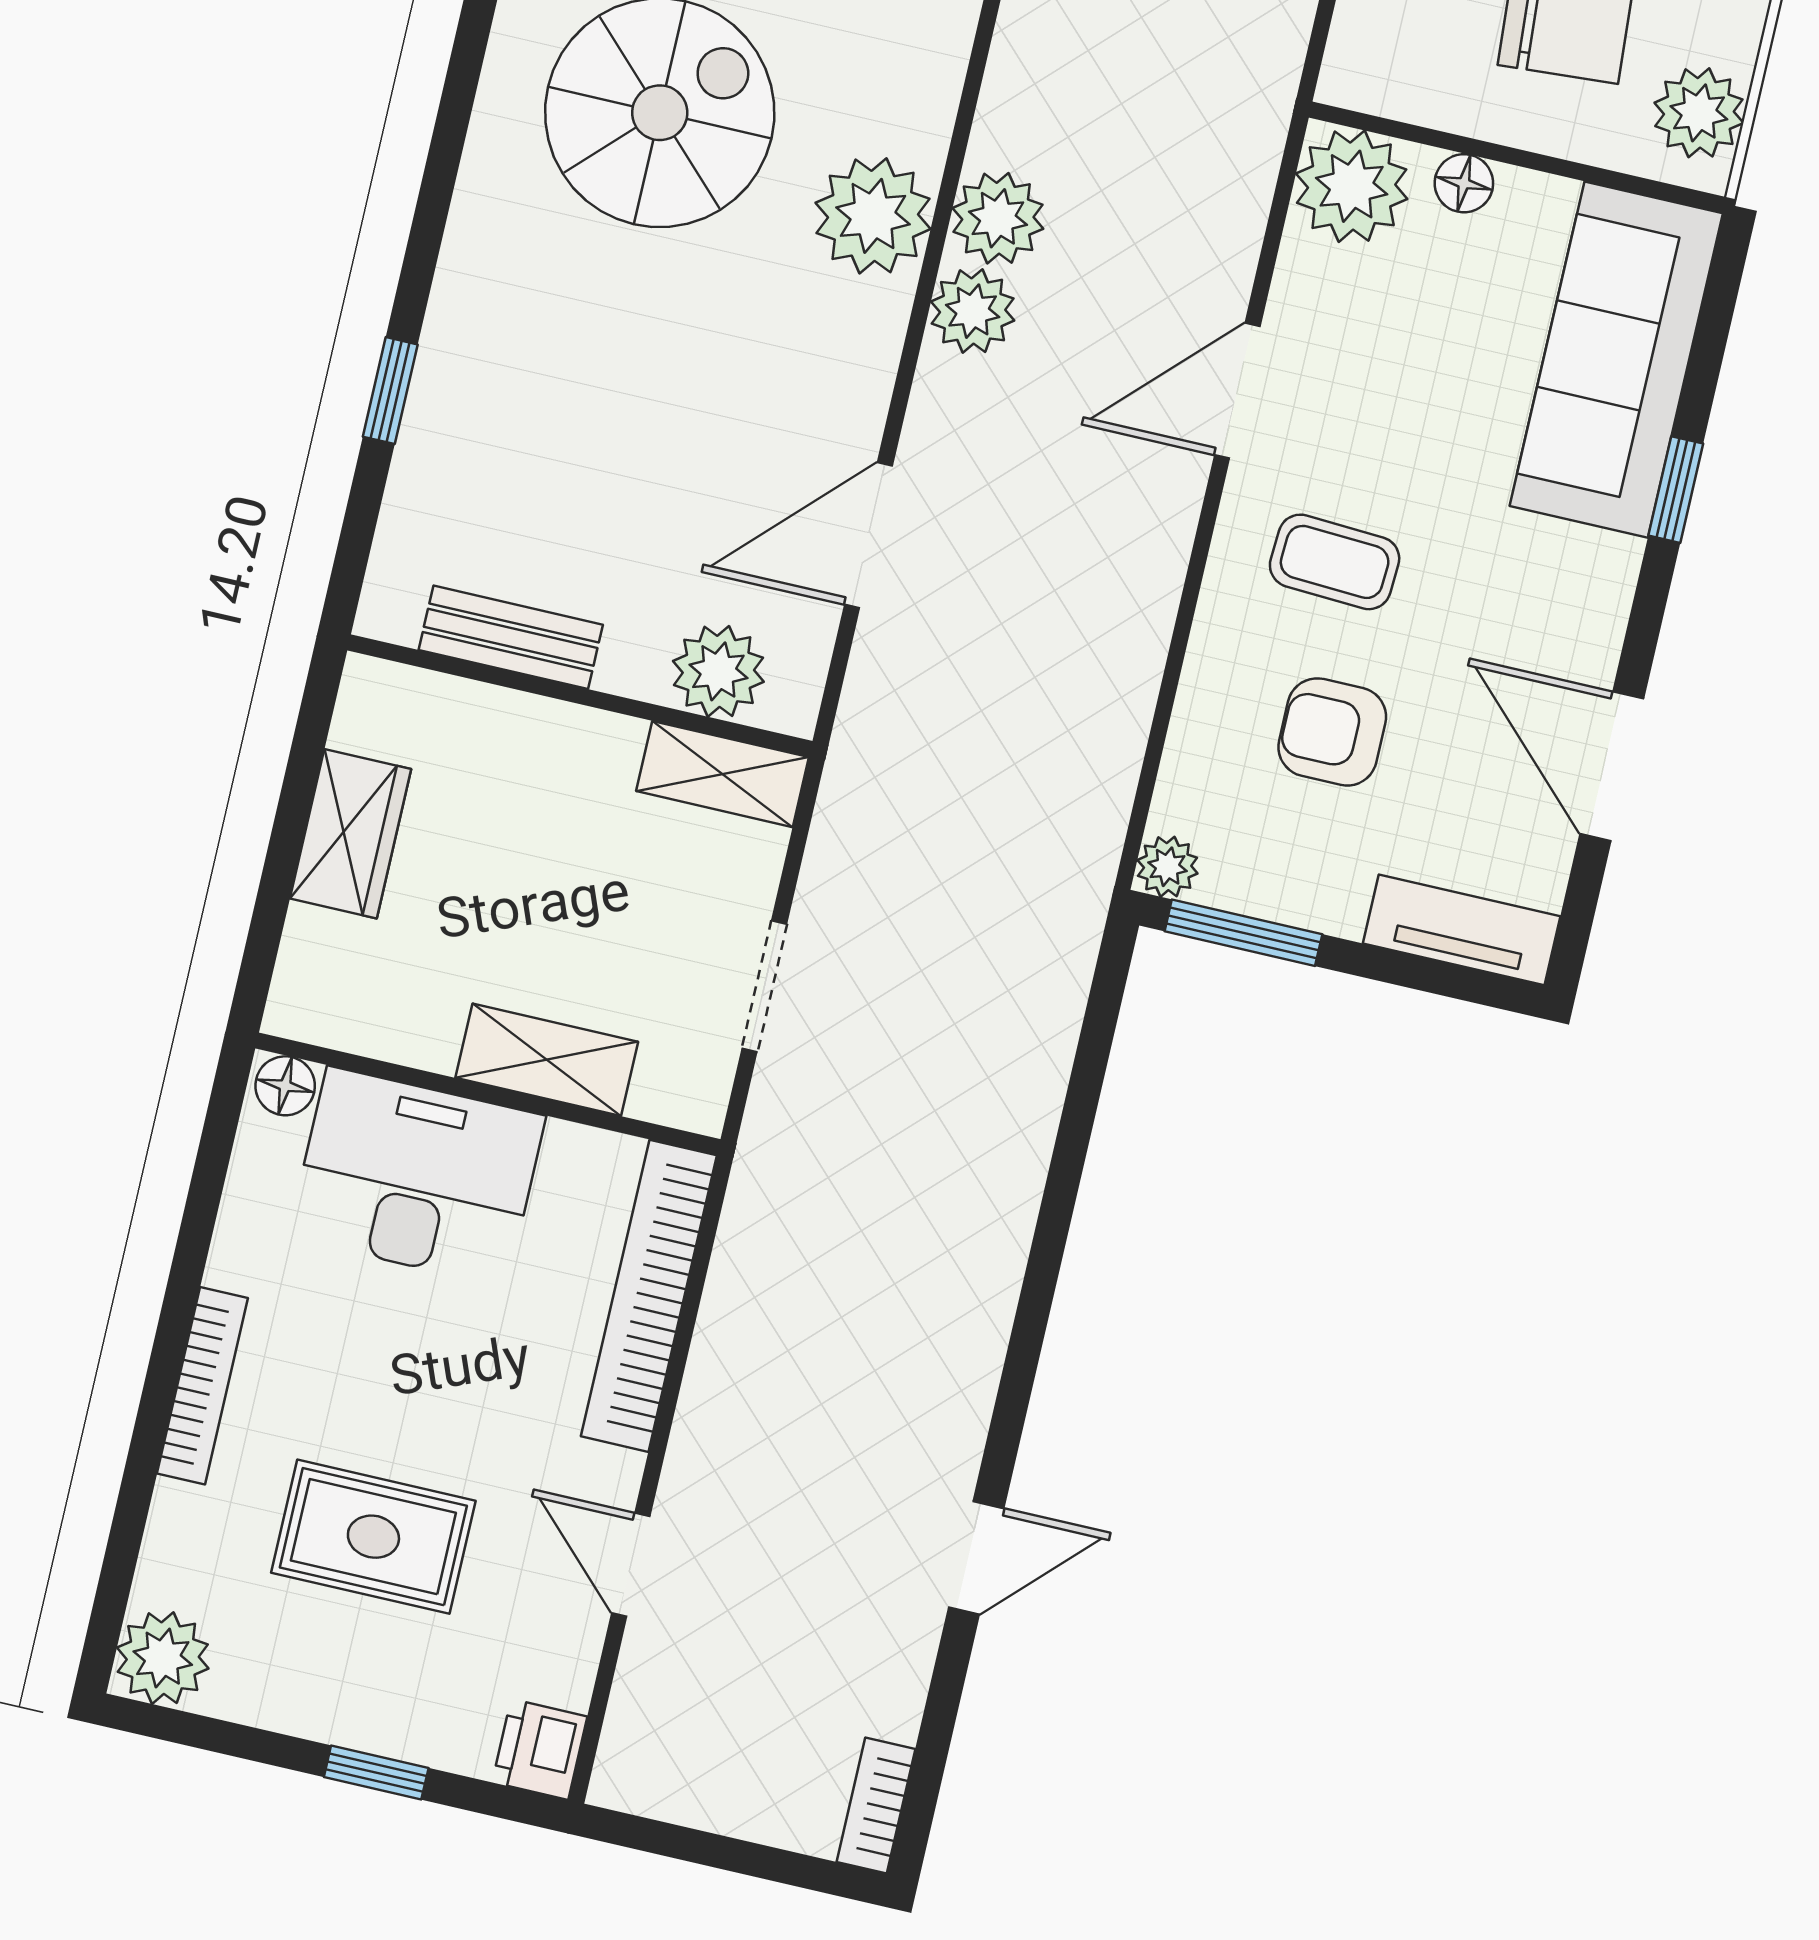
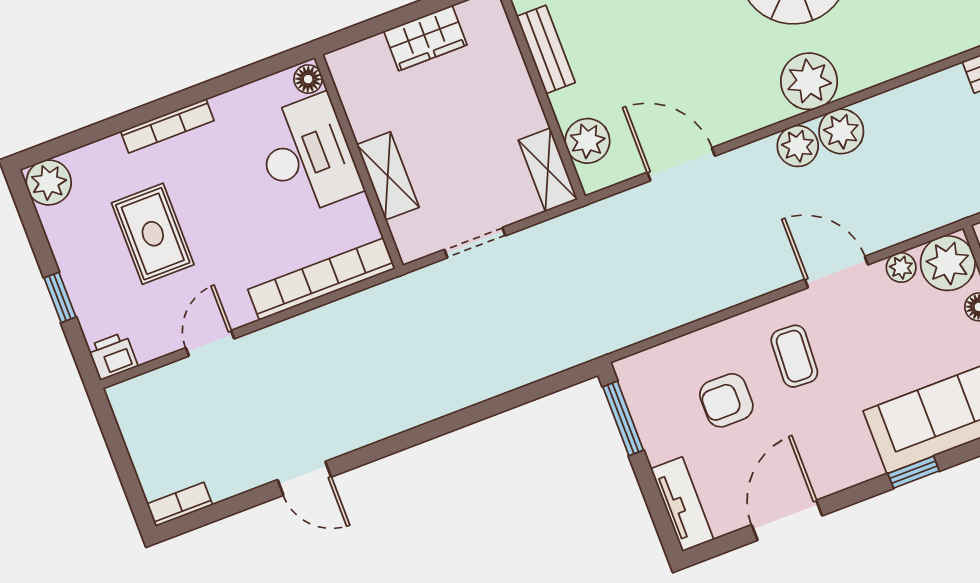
armchair: (1332, 732) -> (726, 400), turned -90
plant: (1168, 867) -> (901, 267), moved

